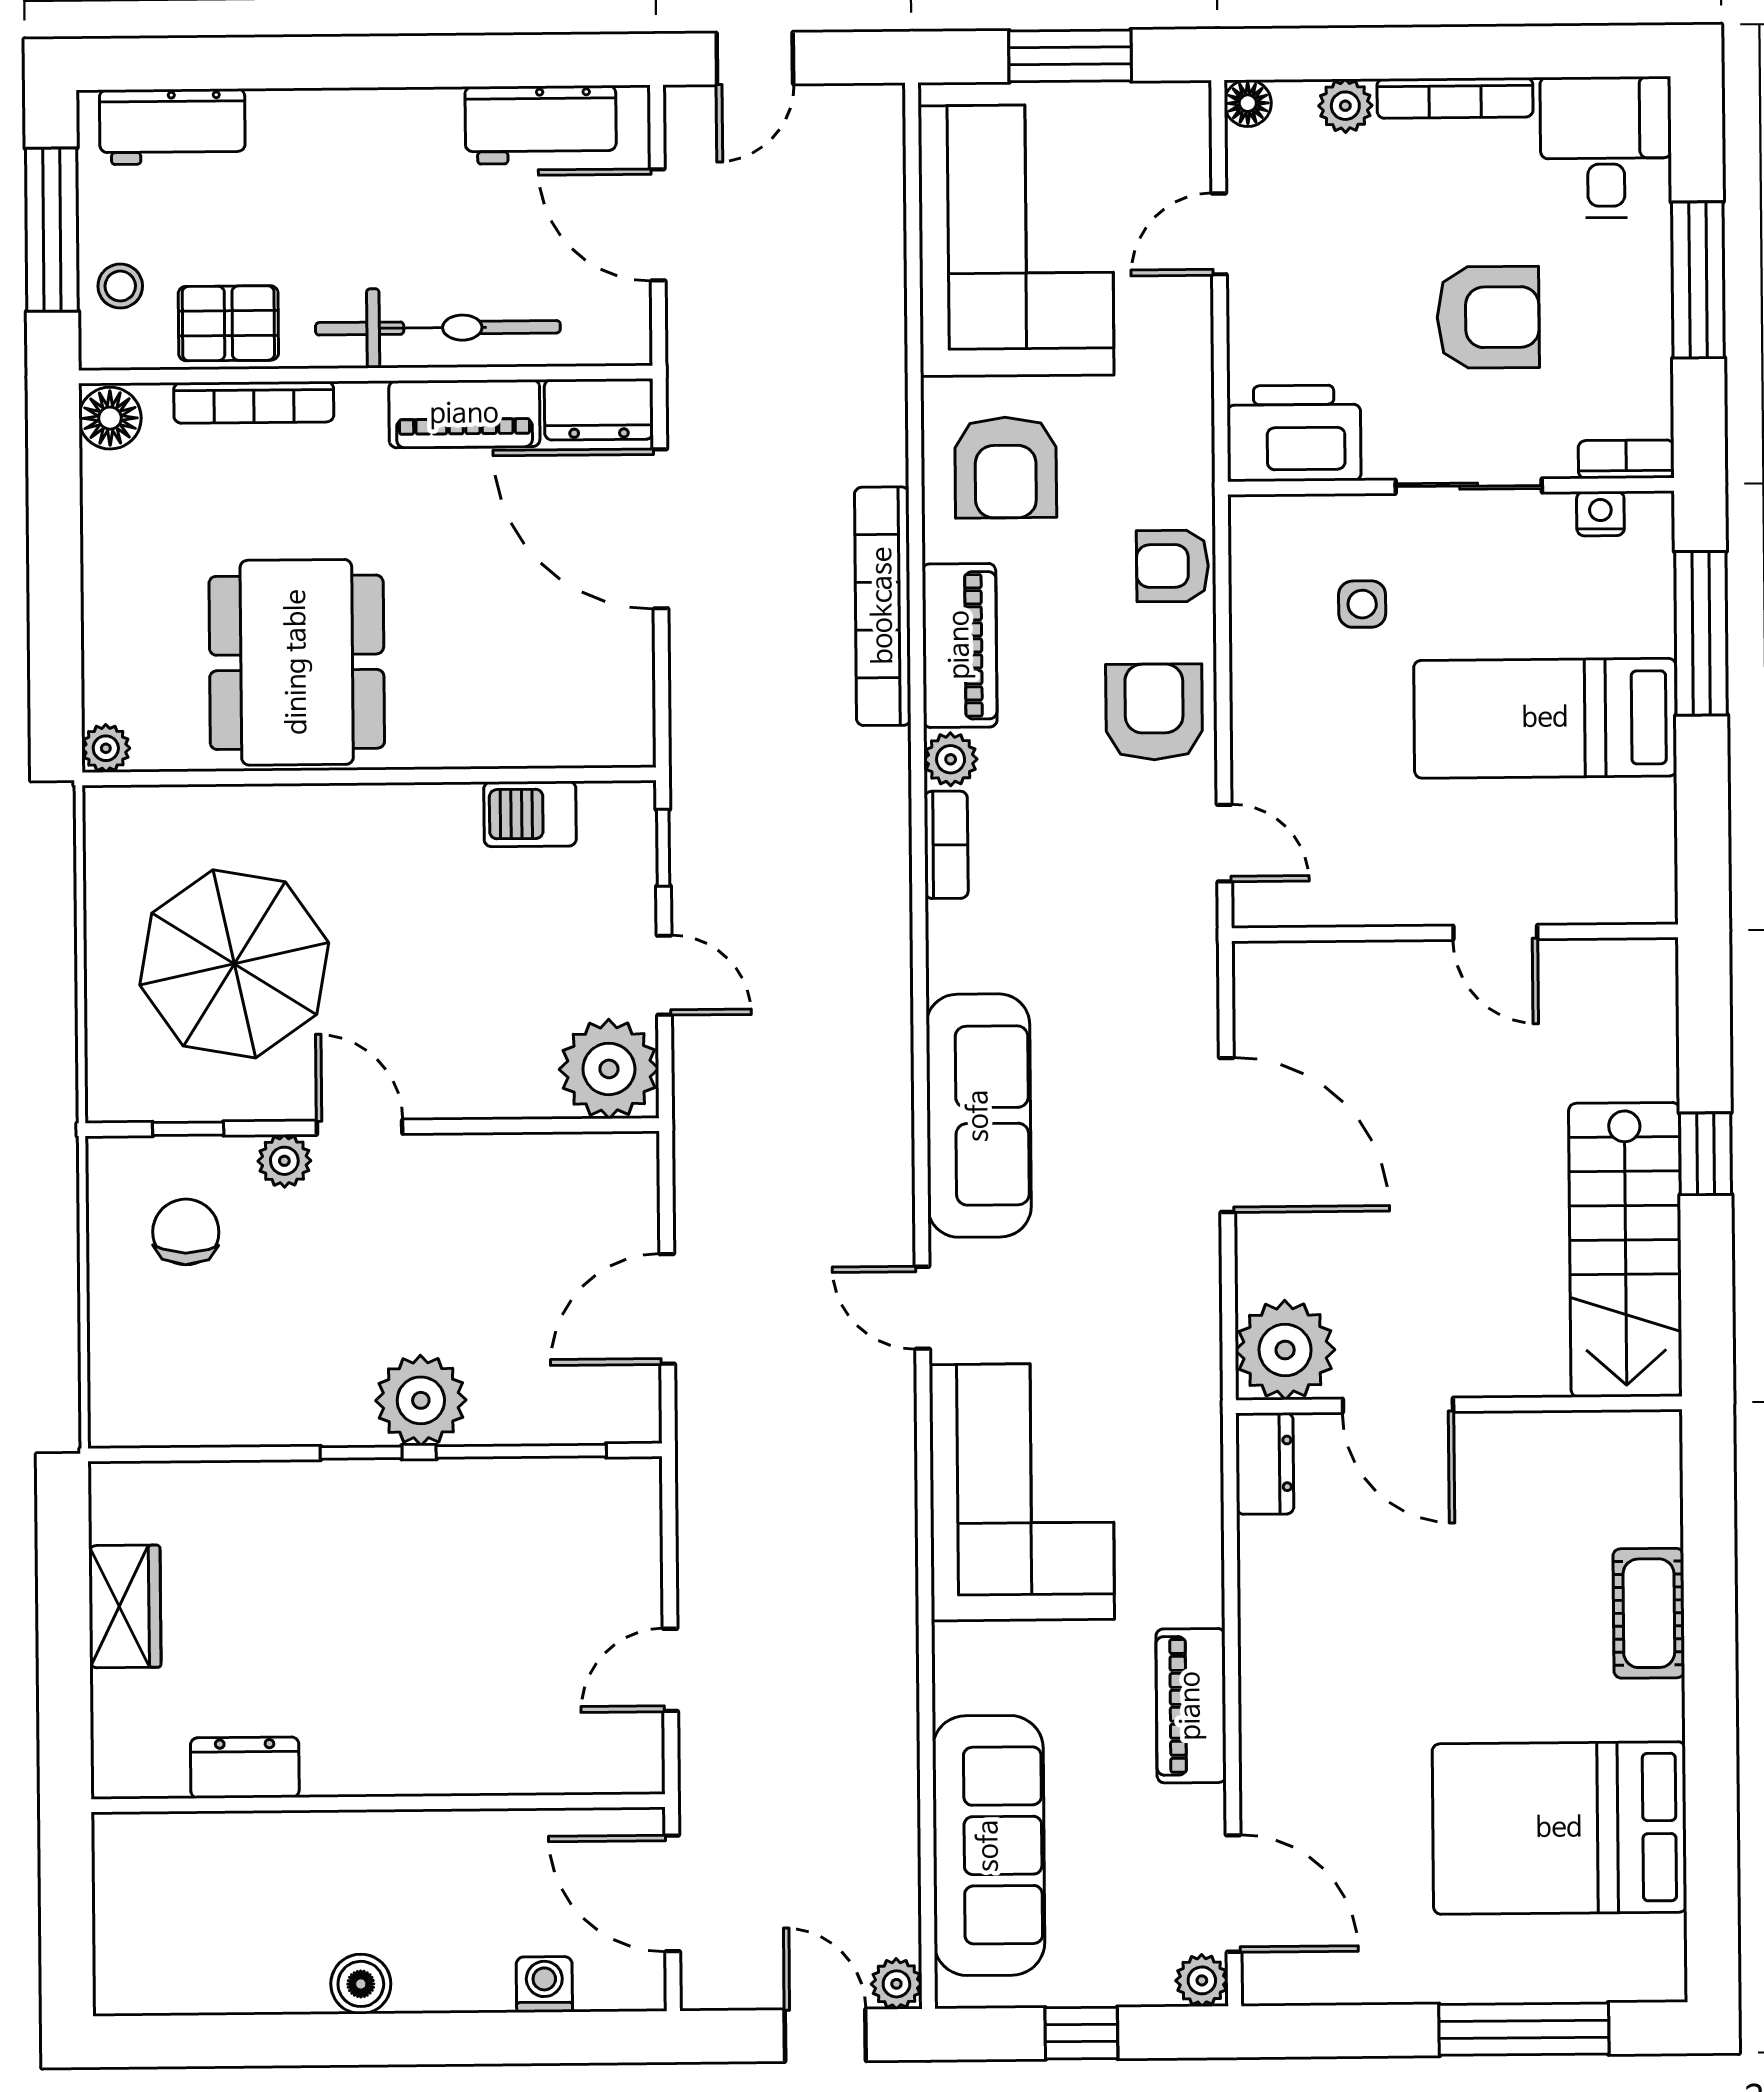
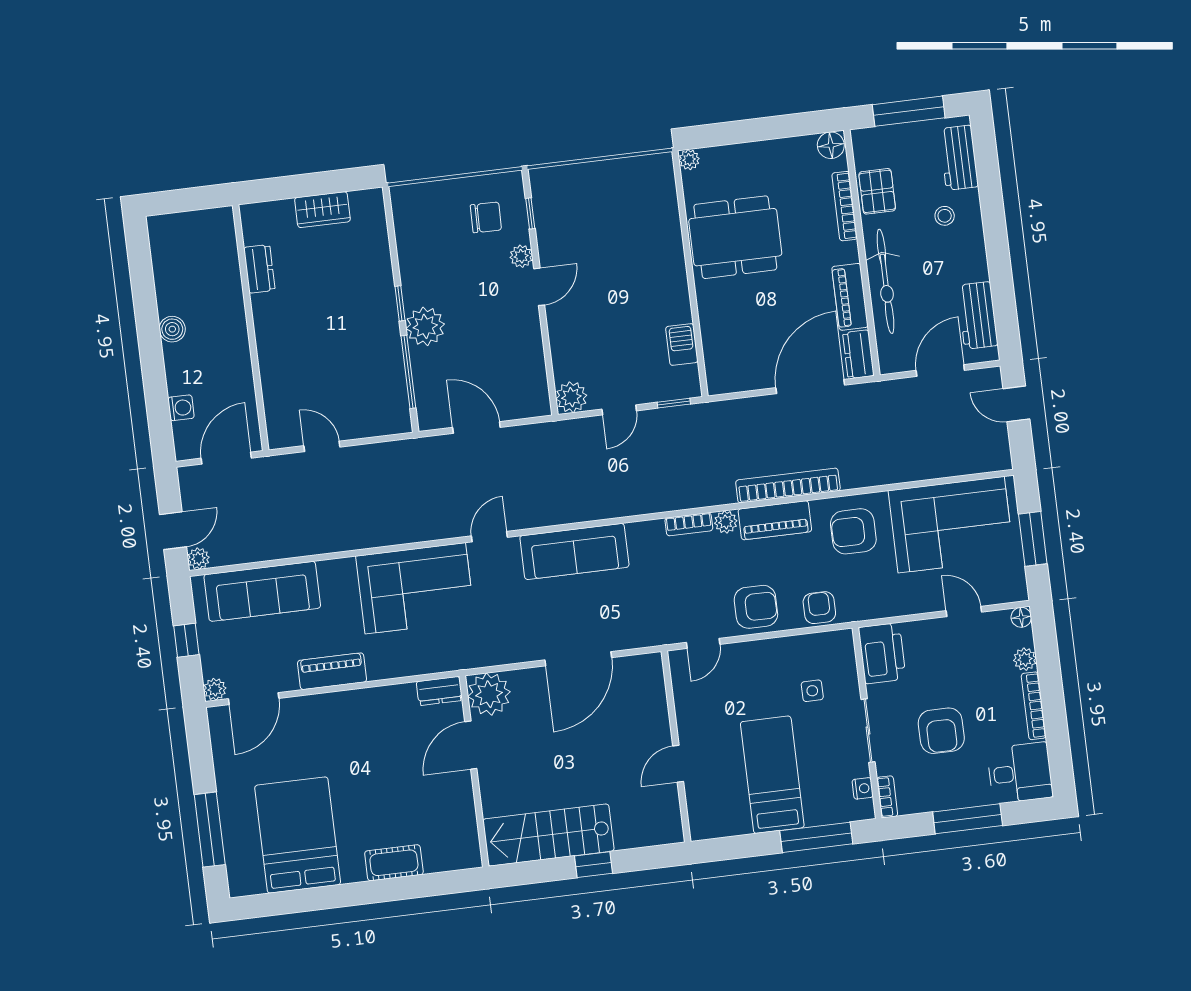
stool: (120, 286) -> (945, 216), moved
parasol: (234, 964) -> (603, 225), removed
plant: (609, 1069) -> (571, 397), width x0.73, depth x0.73

